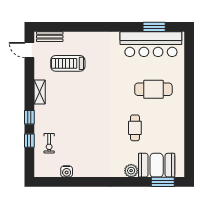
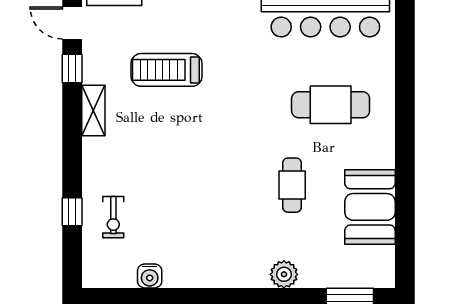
treadmill: (68, 63) -> (167, 70), moved
window: (29, 117) -> (72, 68), moved
booth: (157, 165) -> (370, 207), moved, turned 90

